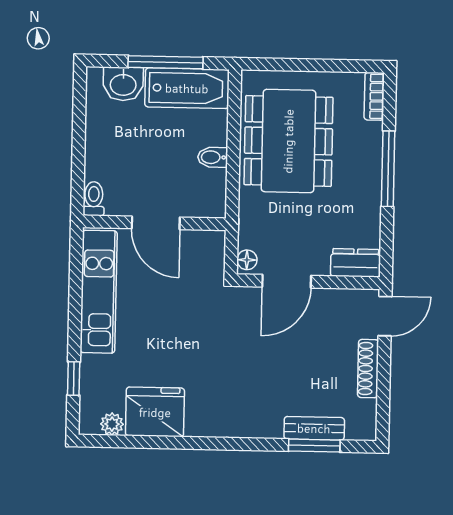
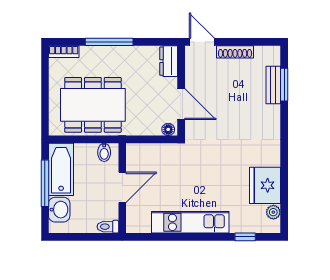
toilet: (94, 199) -> (108, 227), moved
wall: (154, 223) -> (122, 188), moved
door: (156, 223) -> (122, 187), moved

